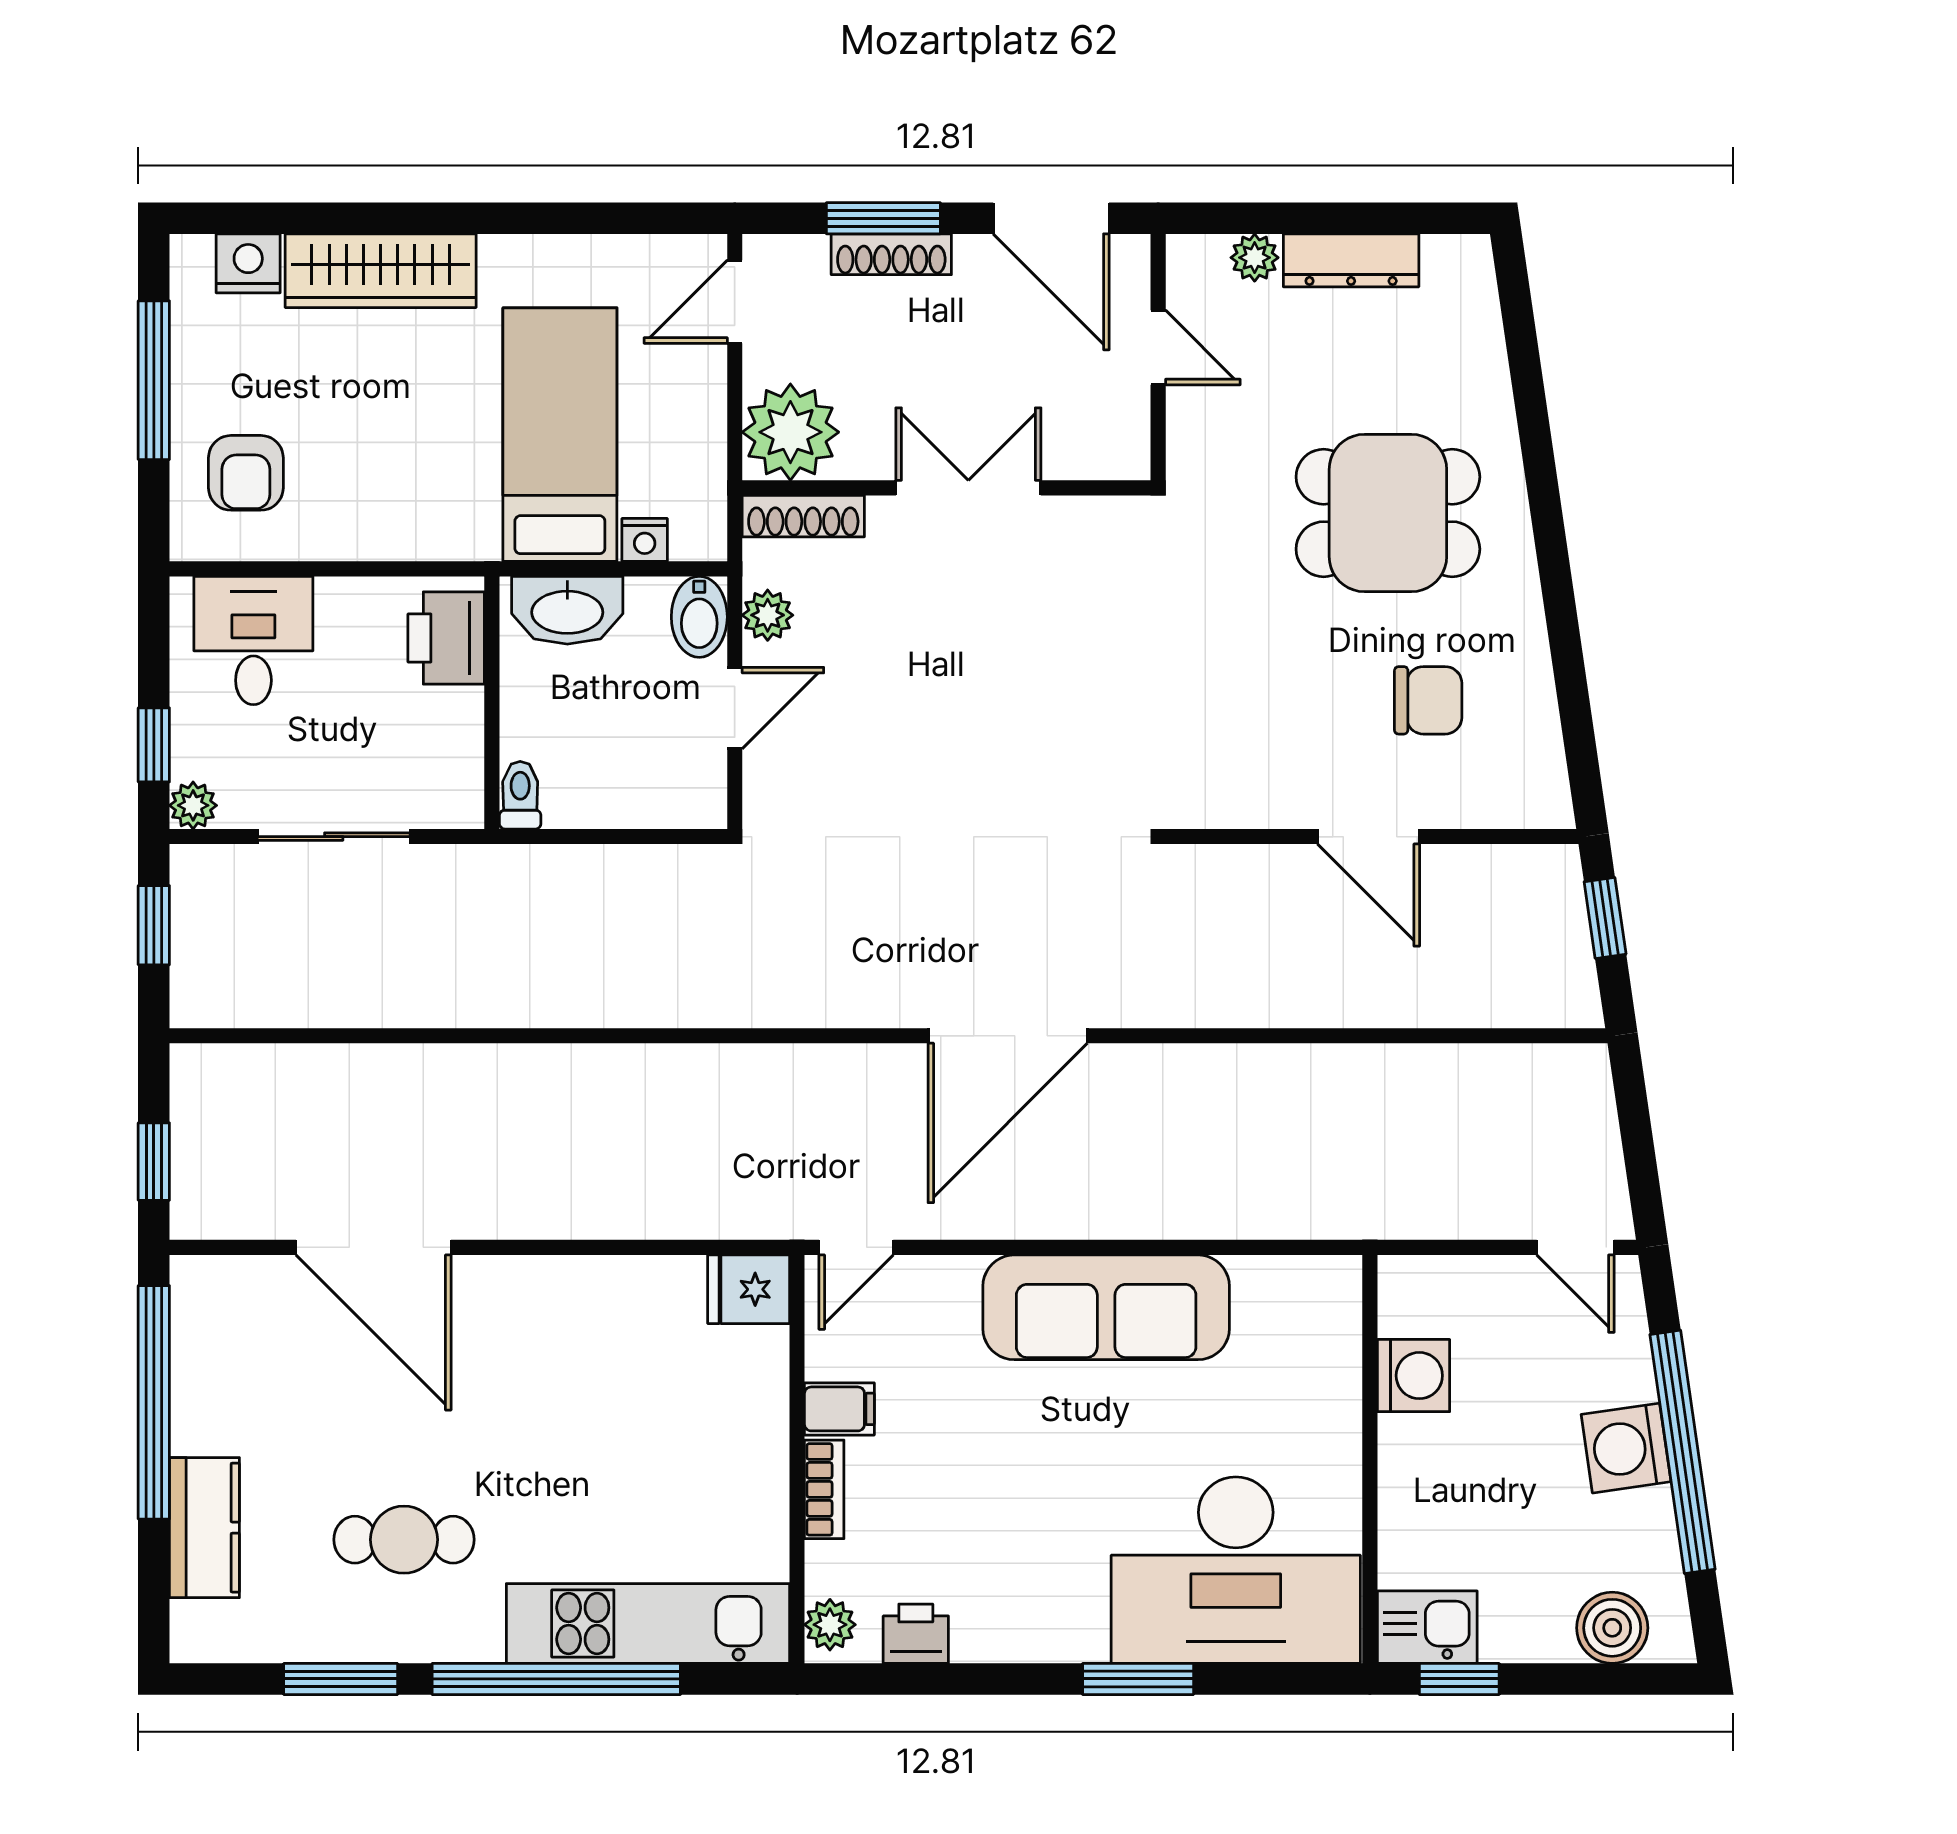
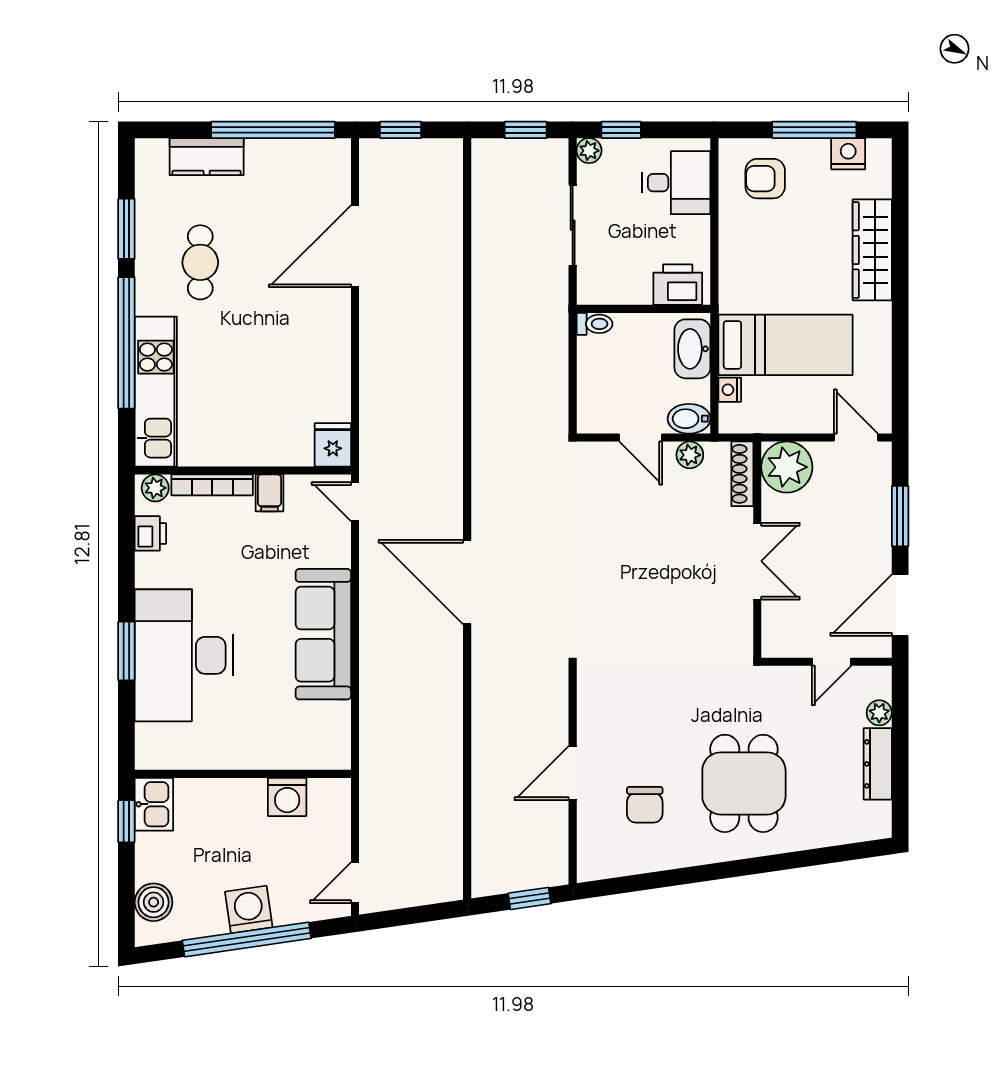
shoe rack: (891, 254) -> (881, 520), removed
nightstand: (248, 263) -> (848, 154), moved, turned -90
bookcase: (824, 1489) -> (212, 485), width x1.56
desk: (1236, 1570) -> (184, 655), moved

